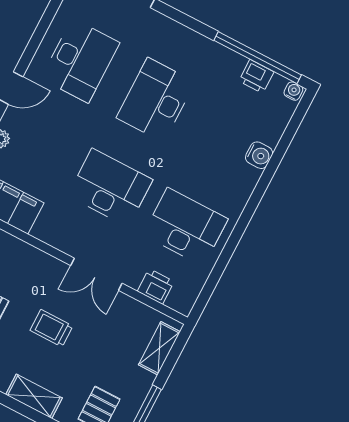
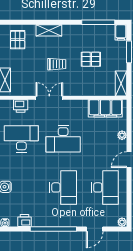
window: (258, 58) -> (53, 229), moved
desk: (80, 61) -> (105, 187), turned 180
desk: (185, 227) -> (21, 139), turned 180

